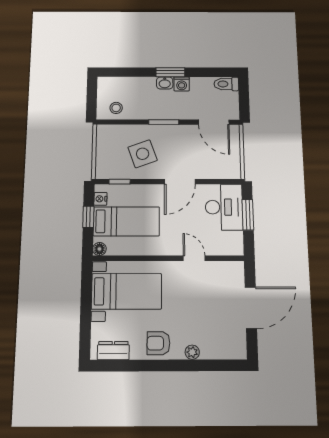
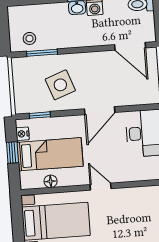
window: (164, 122) -> (42, 53), moved
floor lamp: (99, 249) -> (51, 181), moved
door: (194, 258) -> (101, 187), moved

